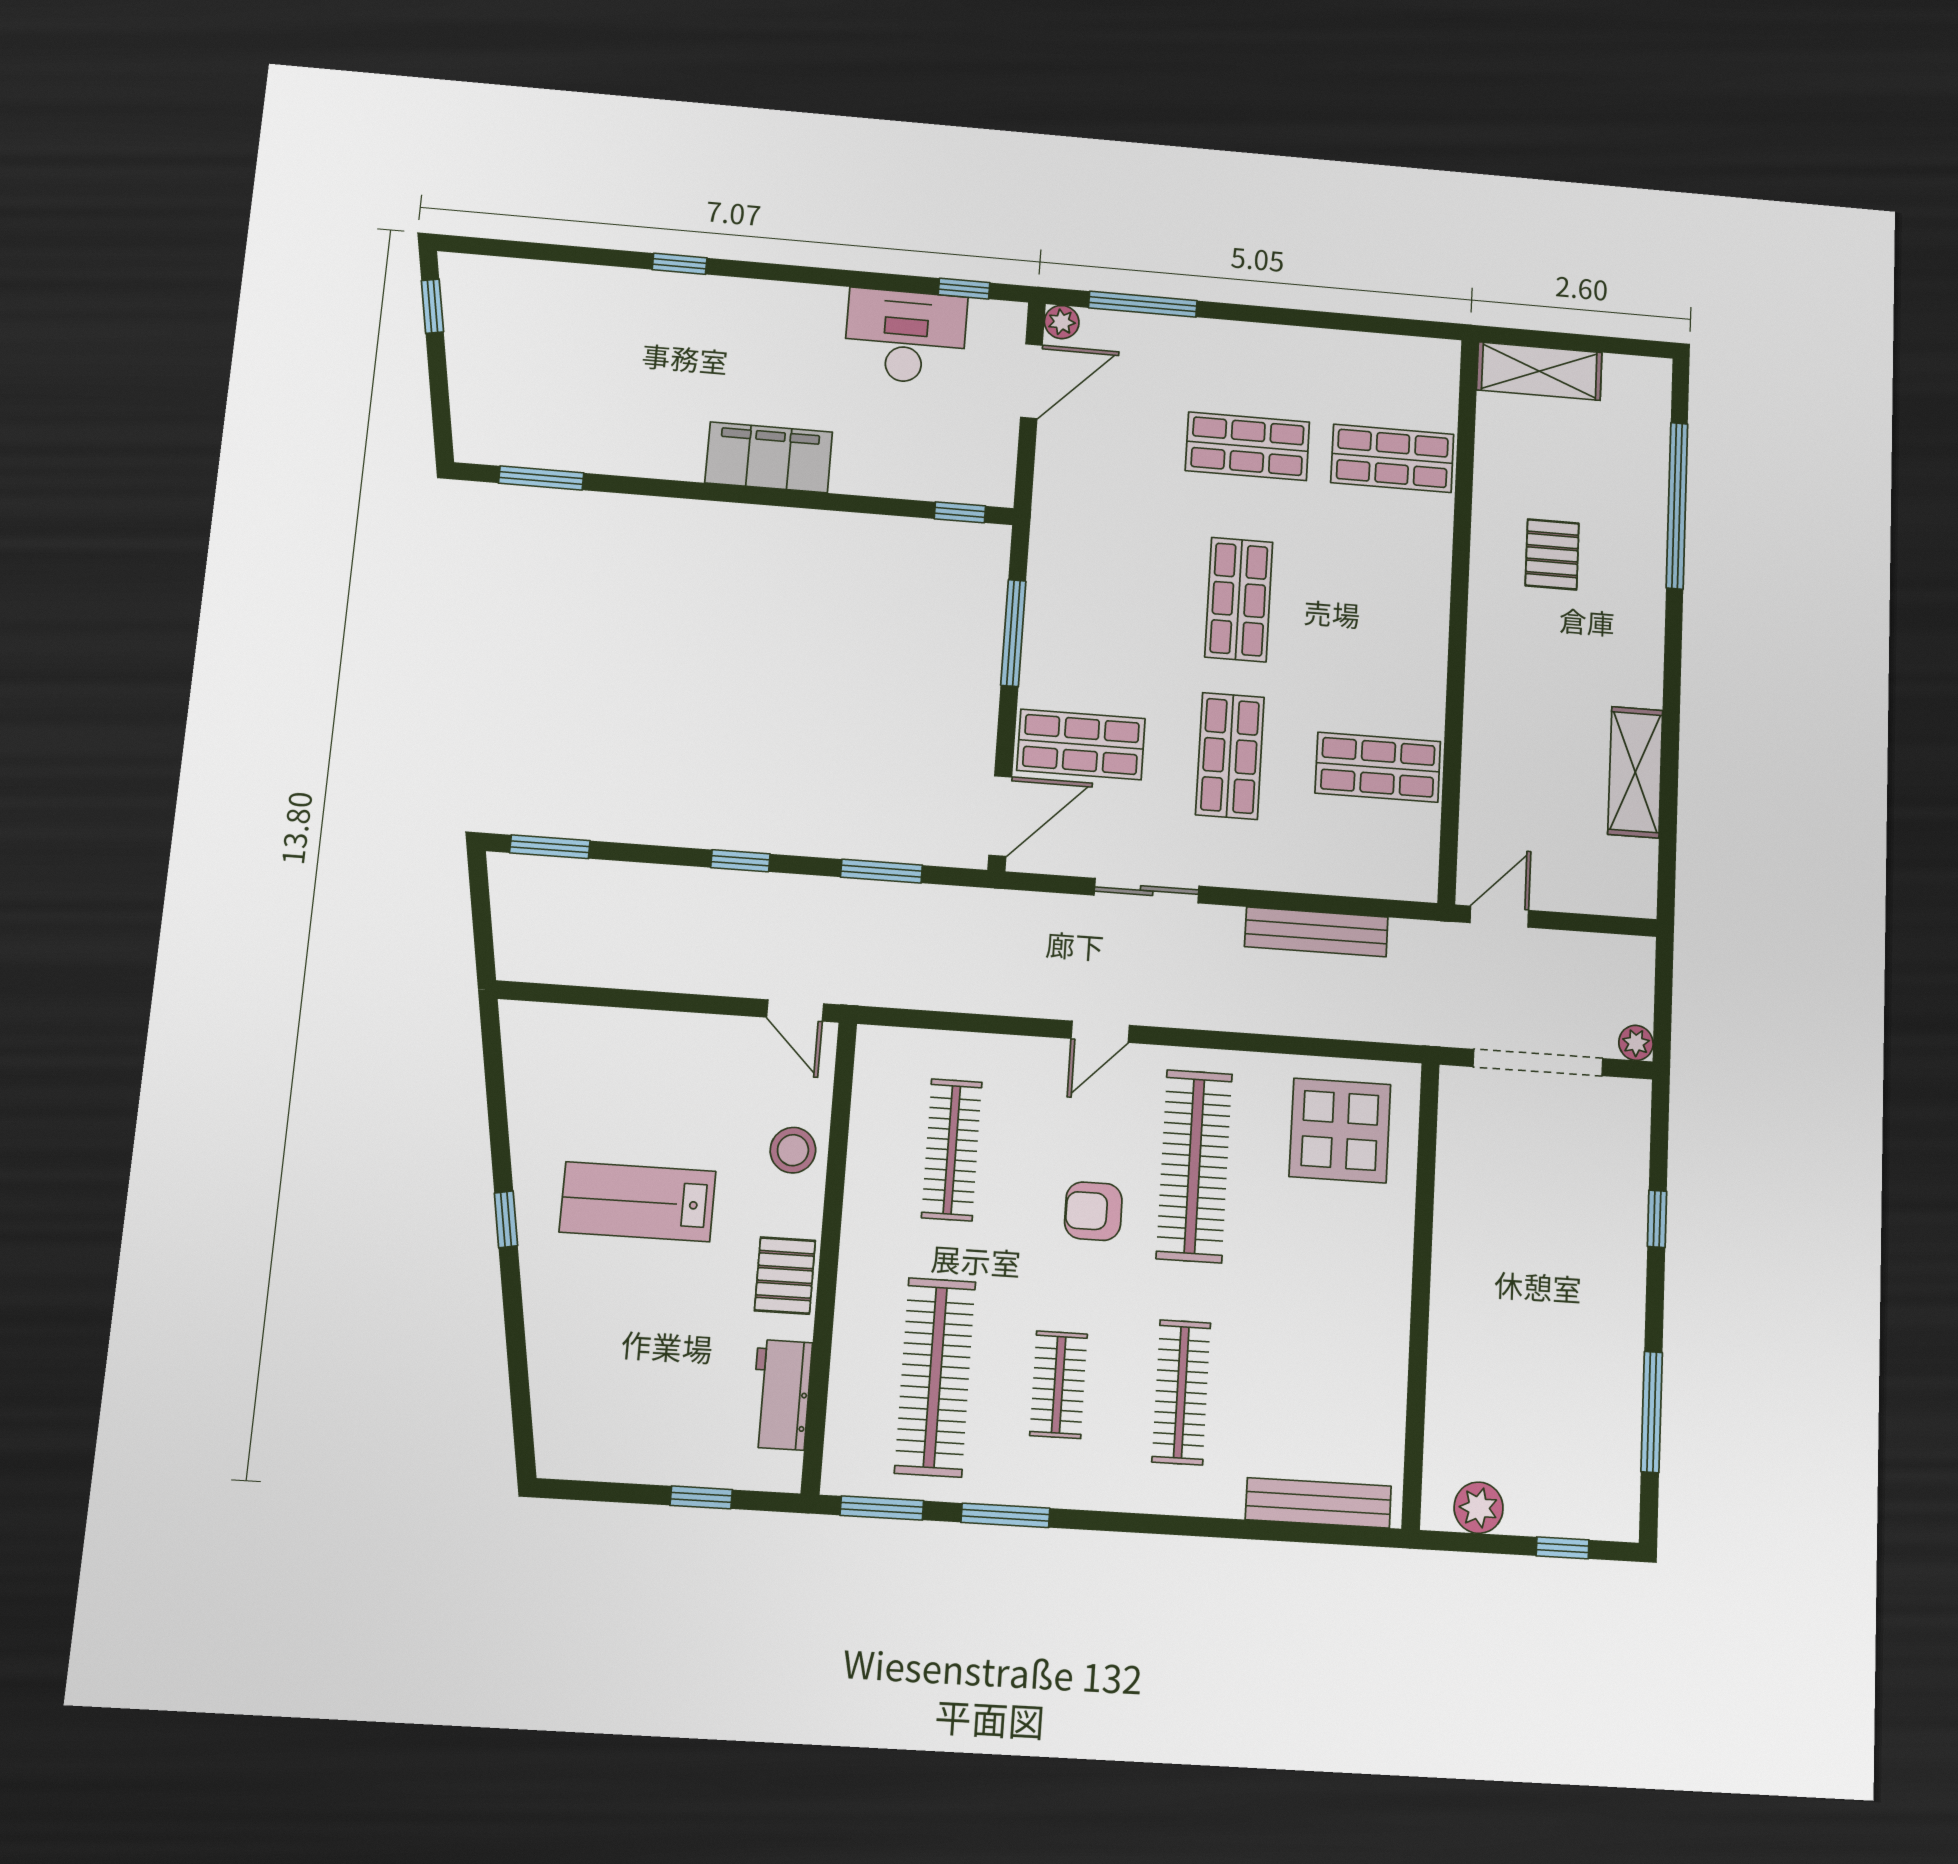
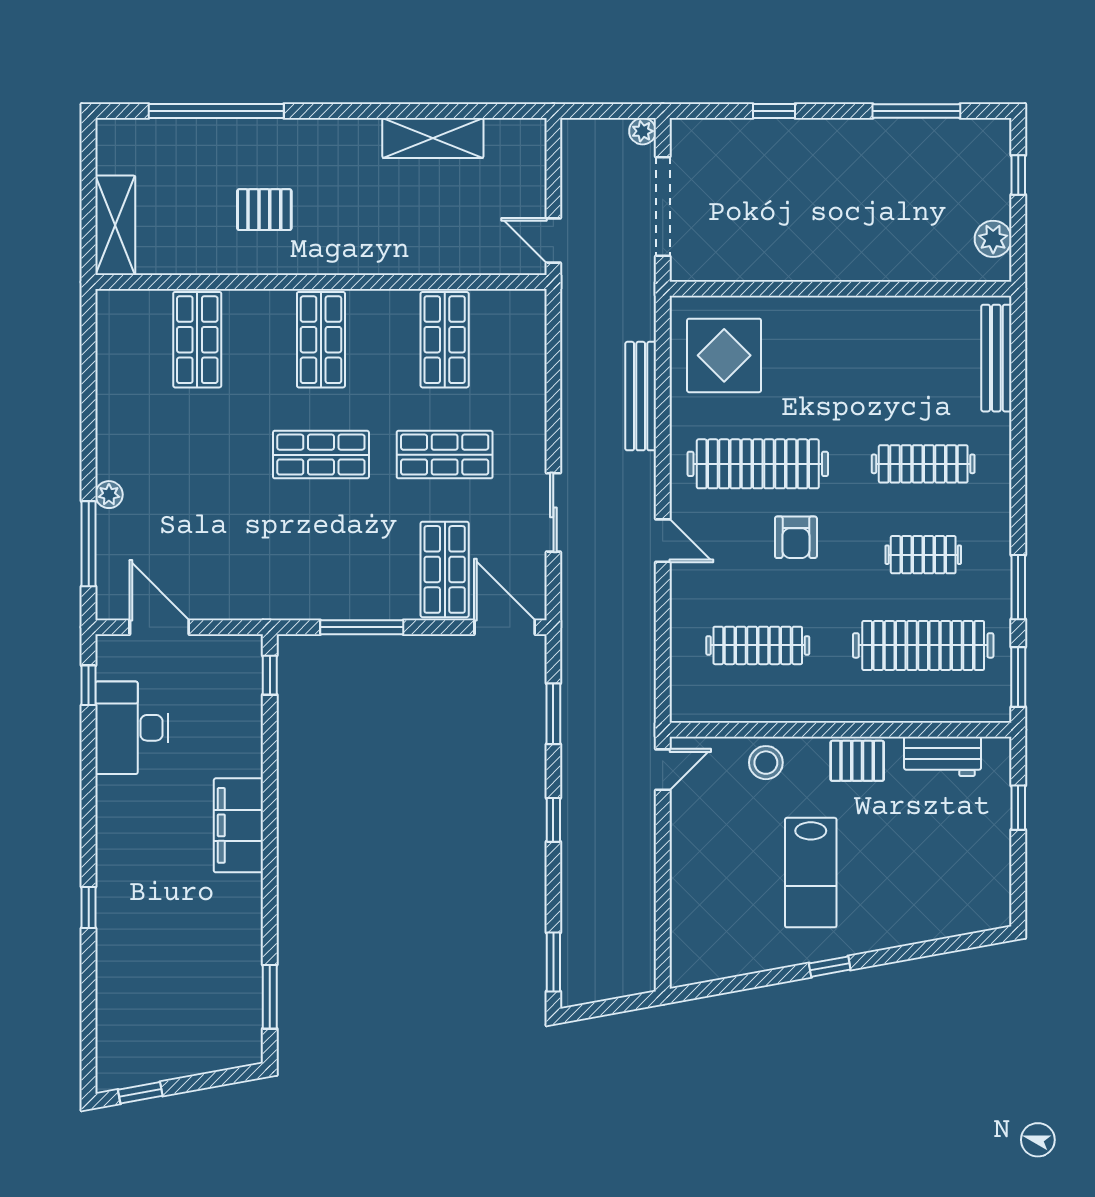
plant: (1062, 322) -> (109, 495), moved
shop shelf: (1248, 446) -> (321, 340), moved
bench: (1316, 932) -> (641, 396), moved

